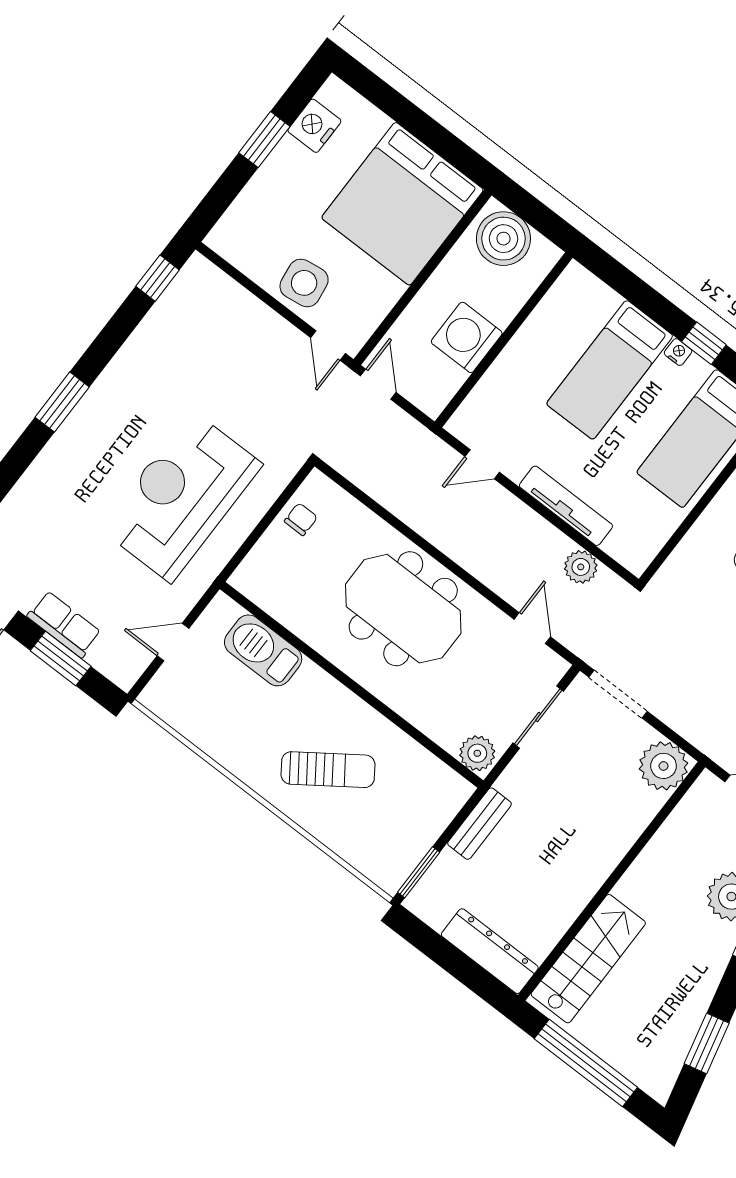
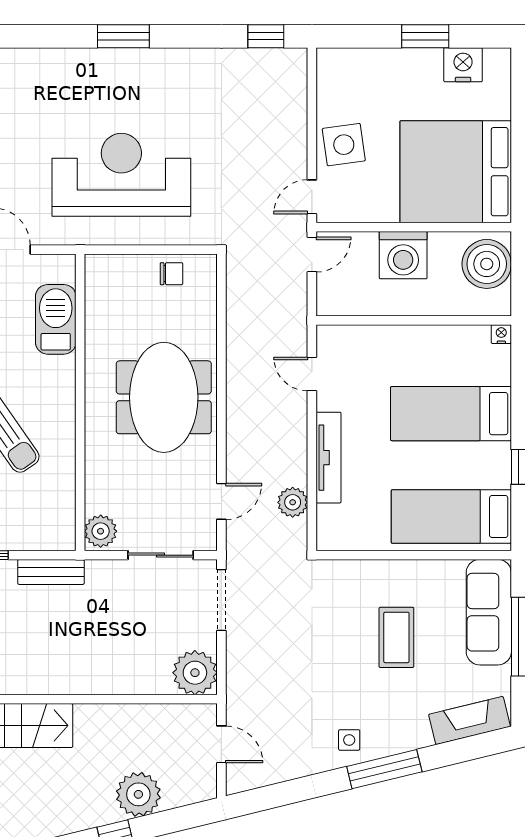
washing machine: (467, 337) -> (403, 255), moved, turned 180
nightstand: (678, 352) -> (501, 334), moved, turned -90

